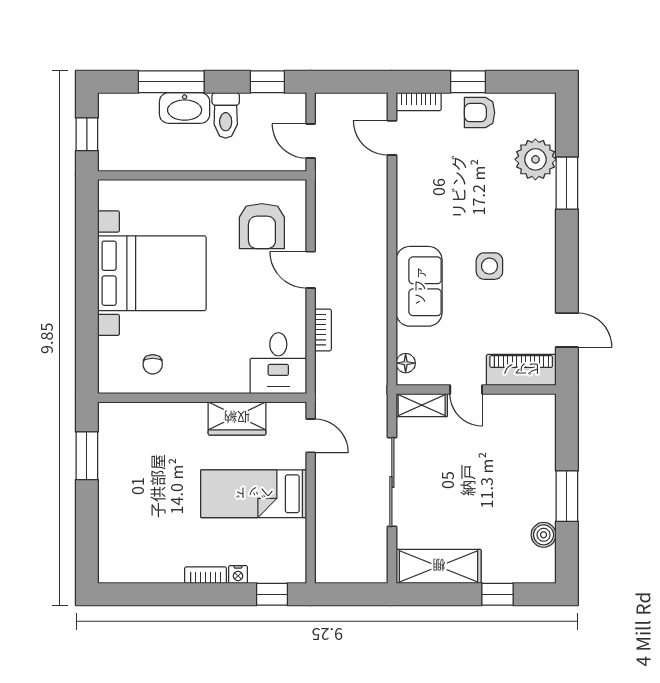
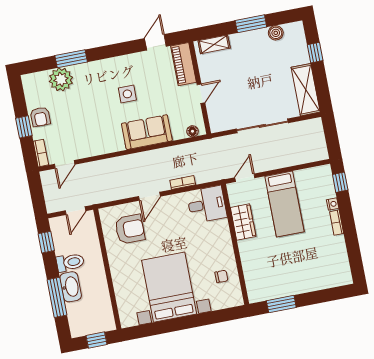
shelving: (422, 405) -> (214, 44), moved, turned 90

